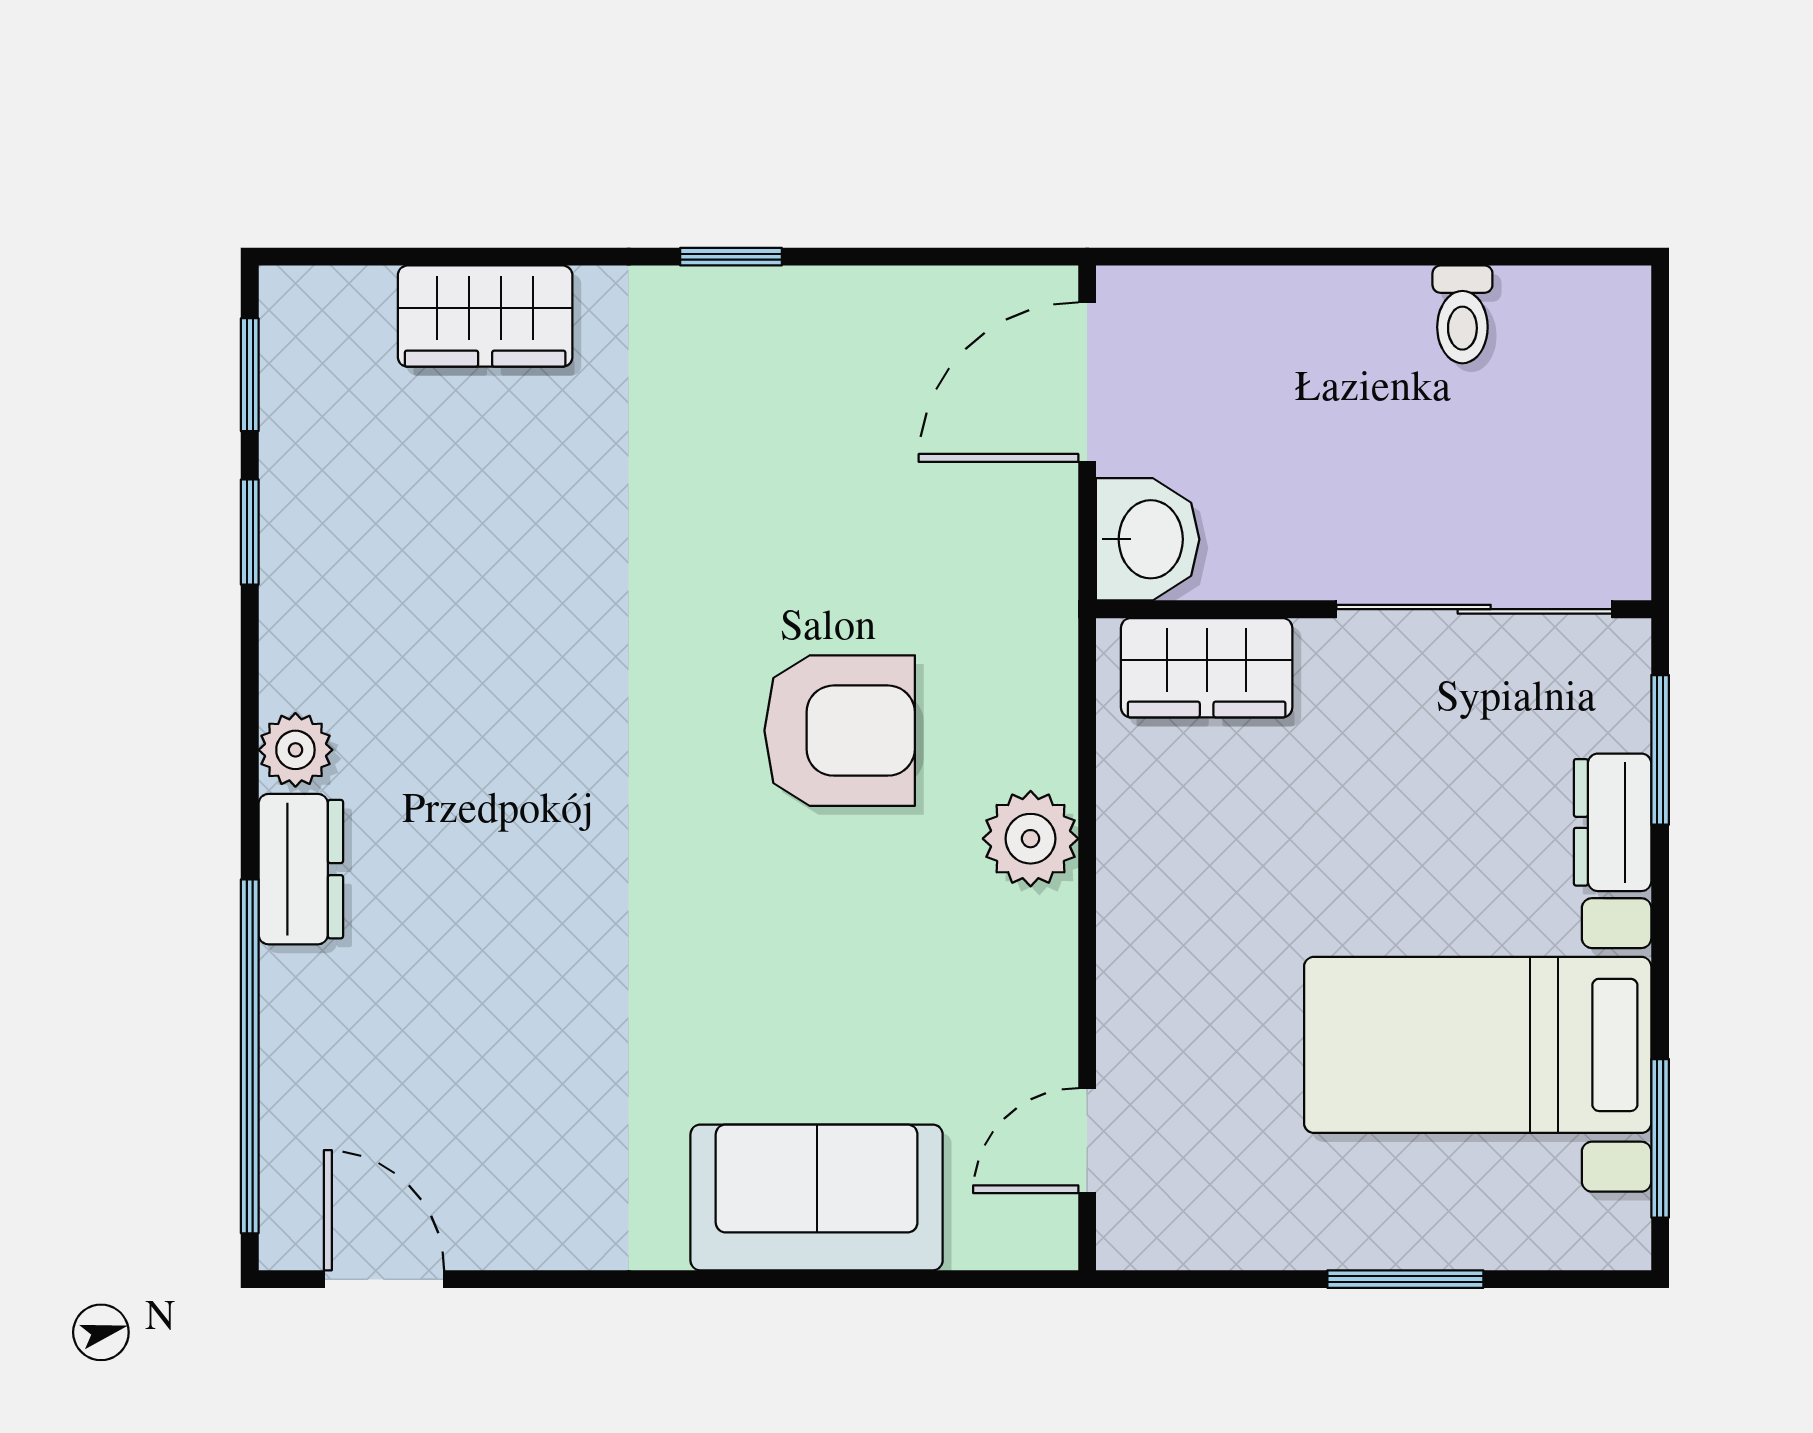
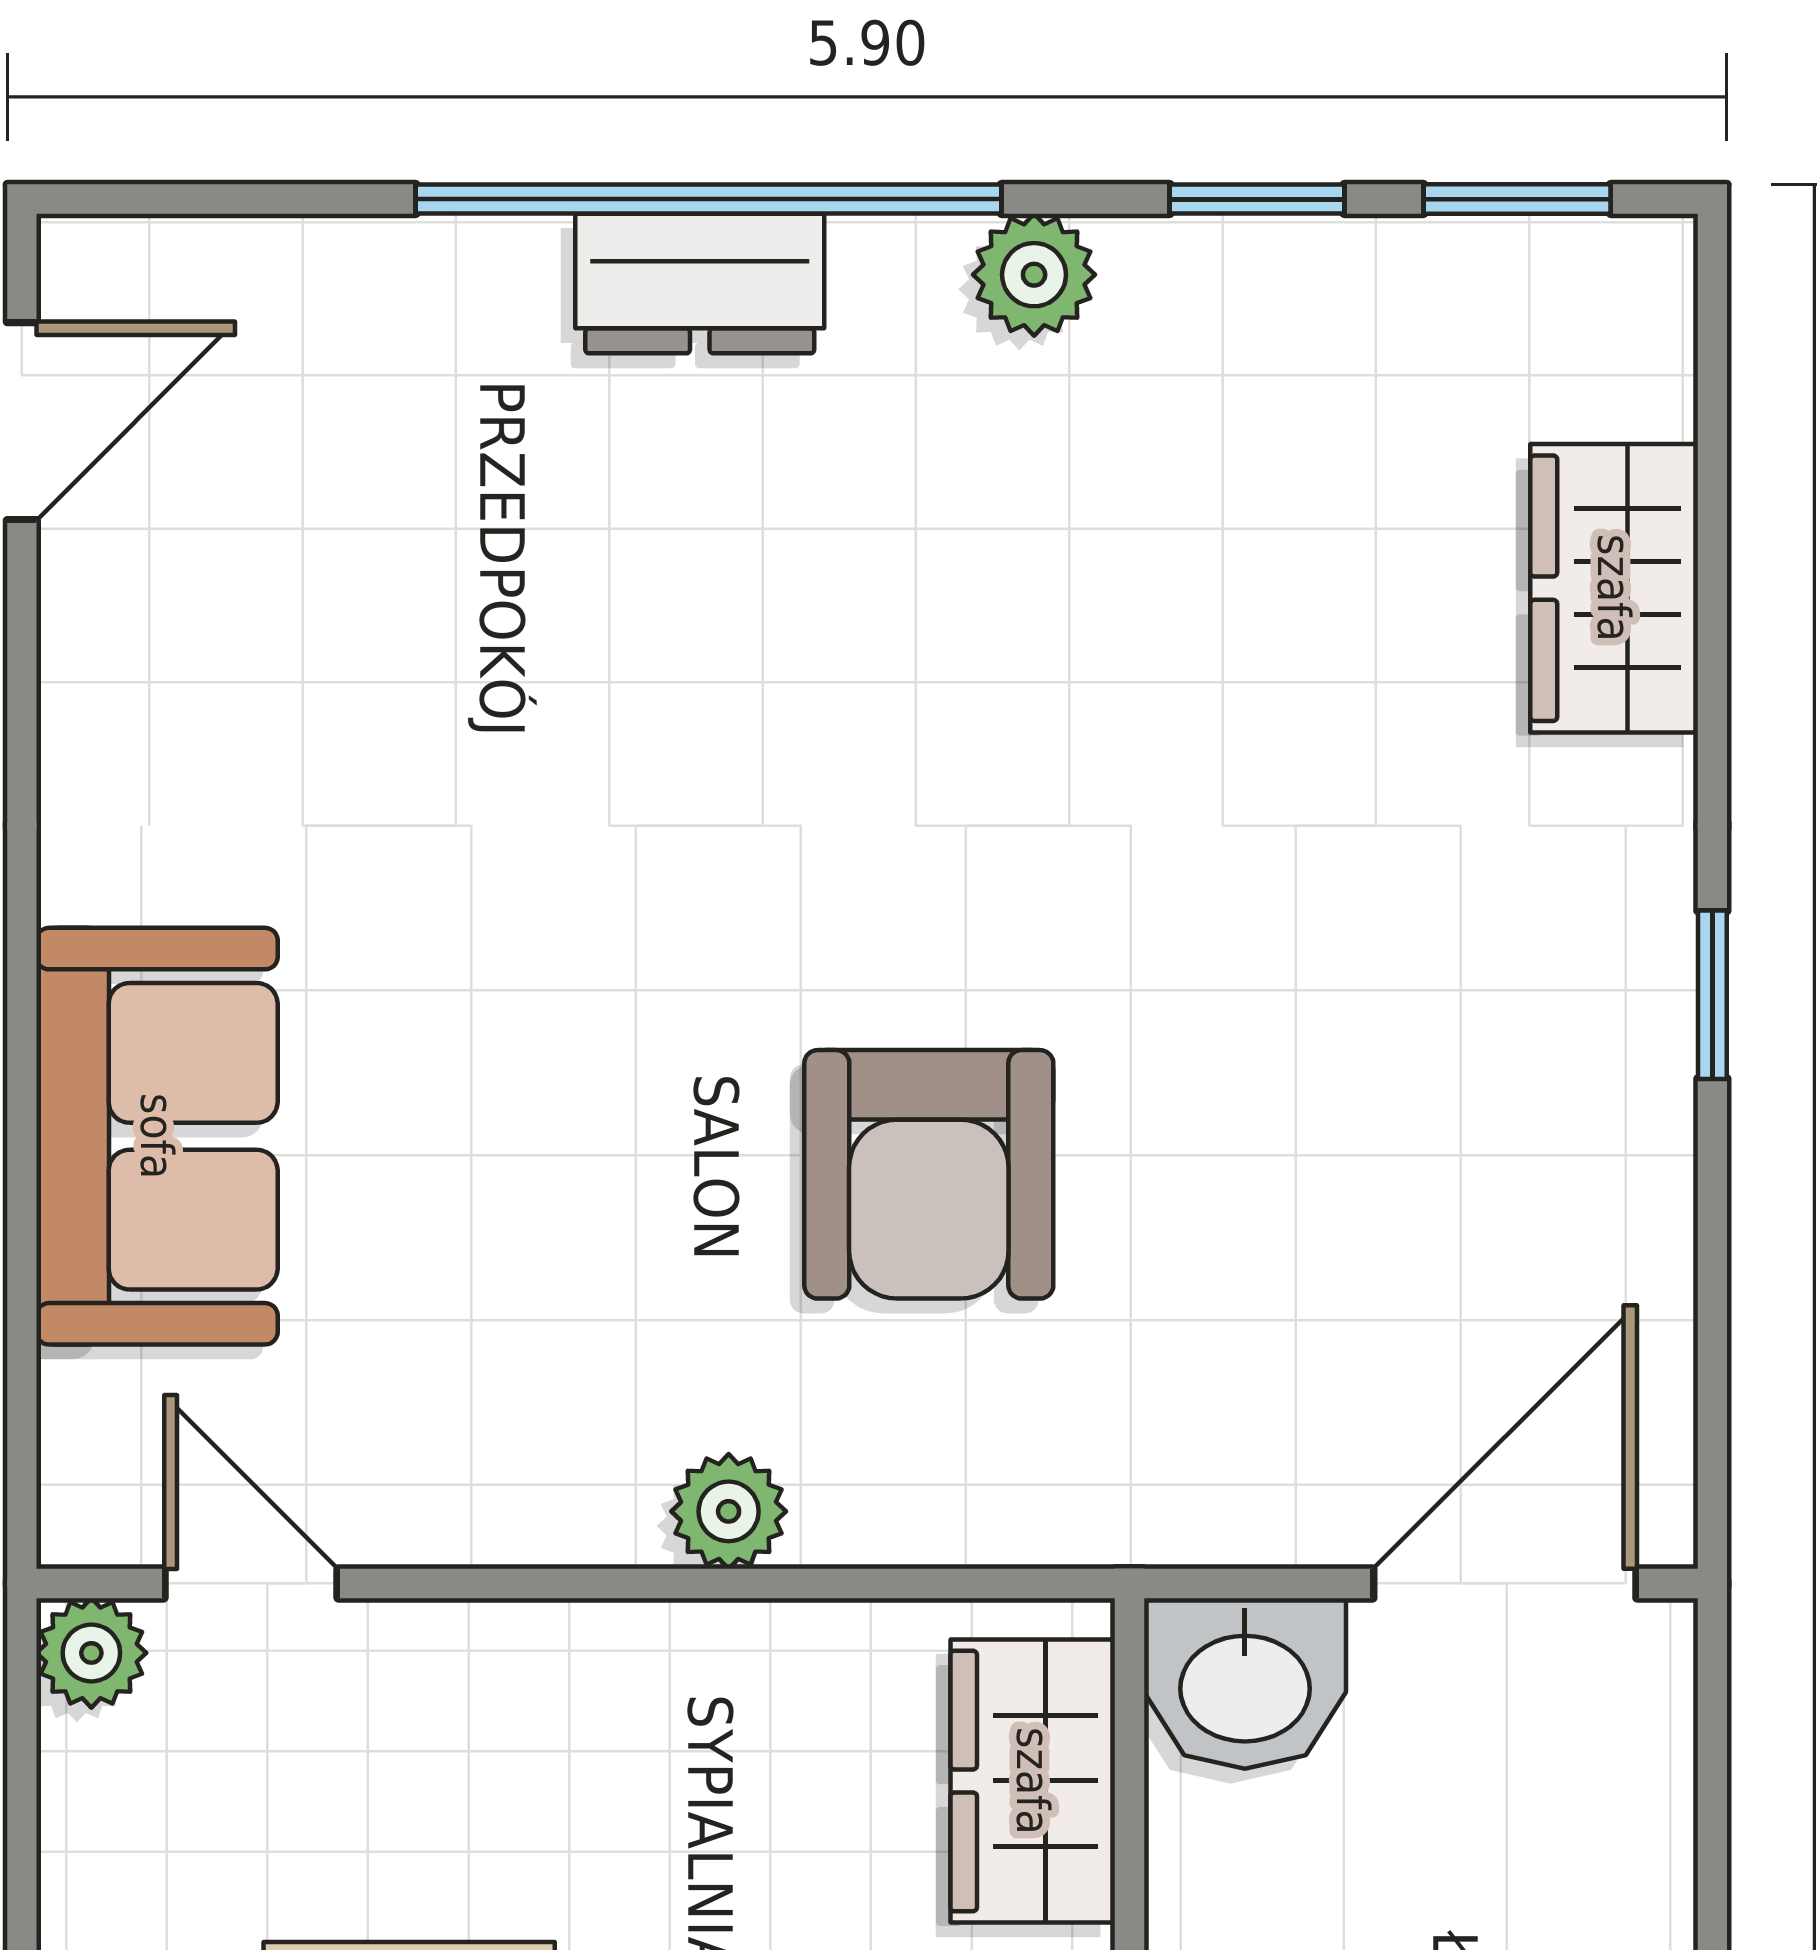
door: (1087, 382) -> (1505, 1583), hinge flipped
plant: (295, 750) -> (1034, 275), moved
plant: (1031, 839) -> (729, 1511), width x0.73, depth x0.73
window: (250, 1056) -> (709, 199), moved
plant: (1129, 1237) -> (91, 1653), added

